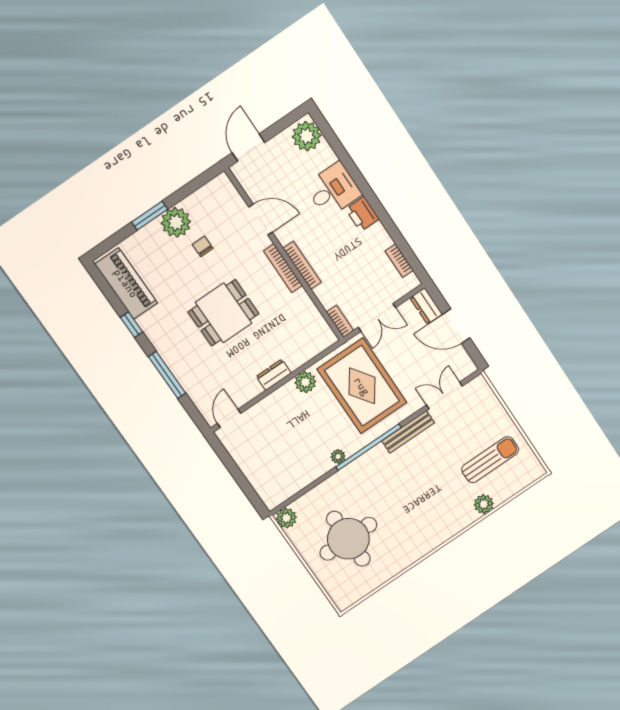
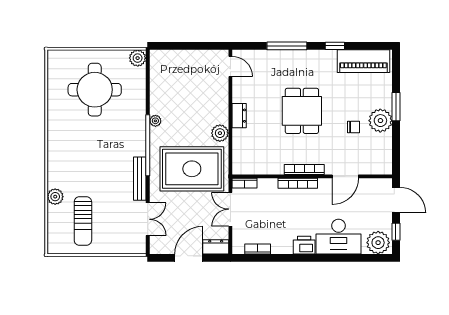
window: (282, 125) -> (396, 232), added
desk: (333, 190) -> (339, 237), width x1.37

